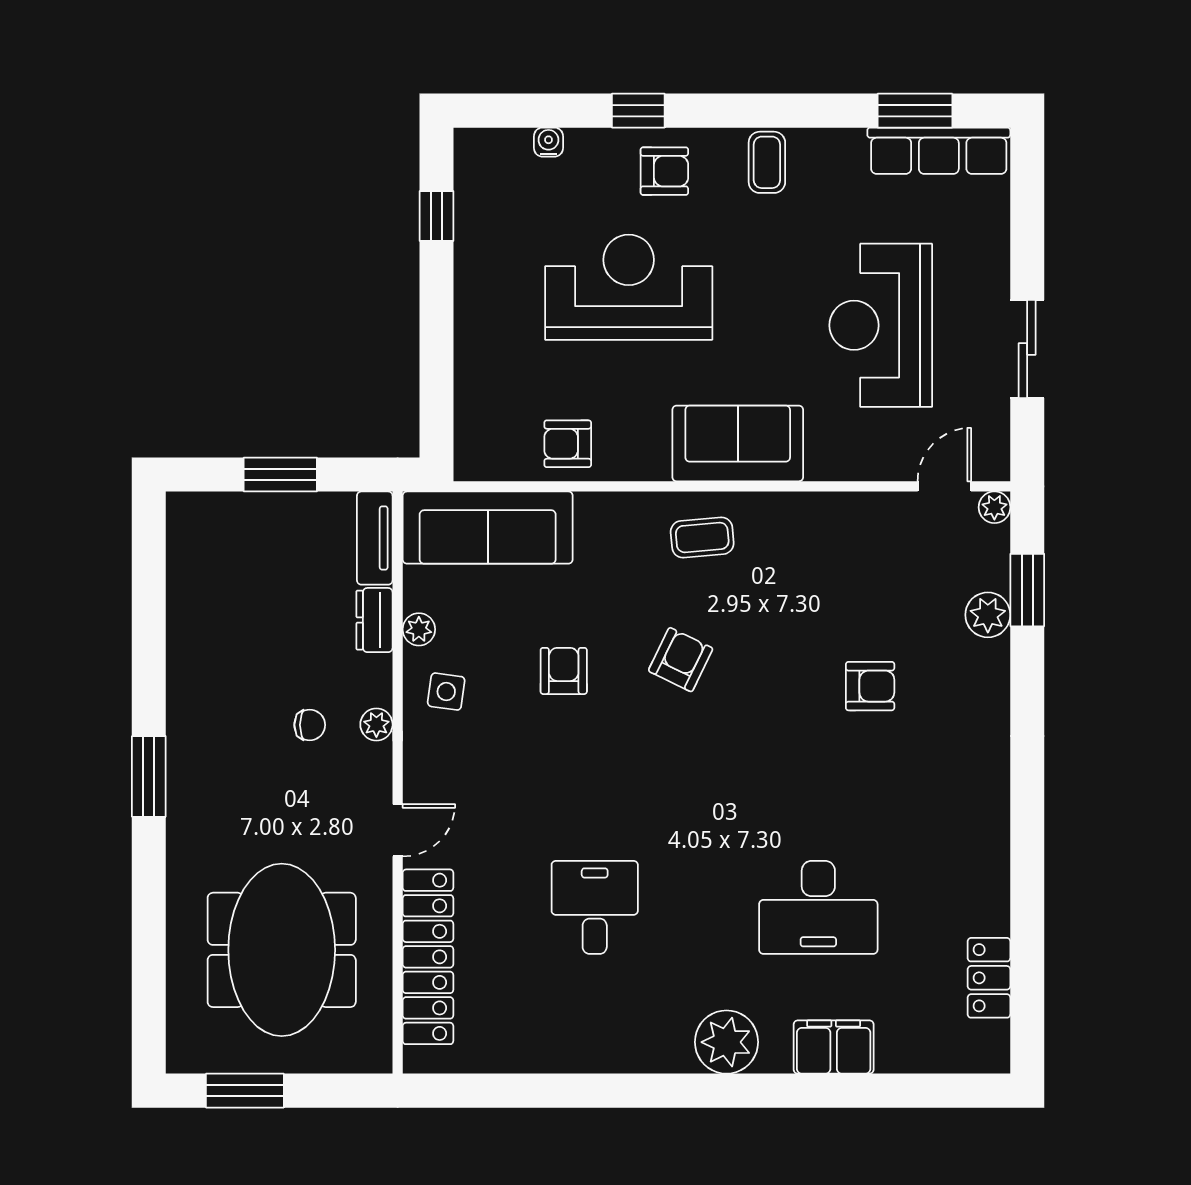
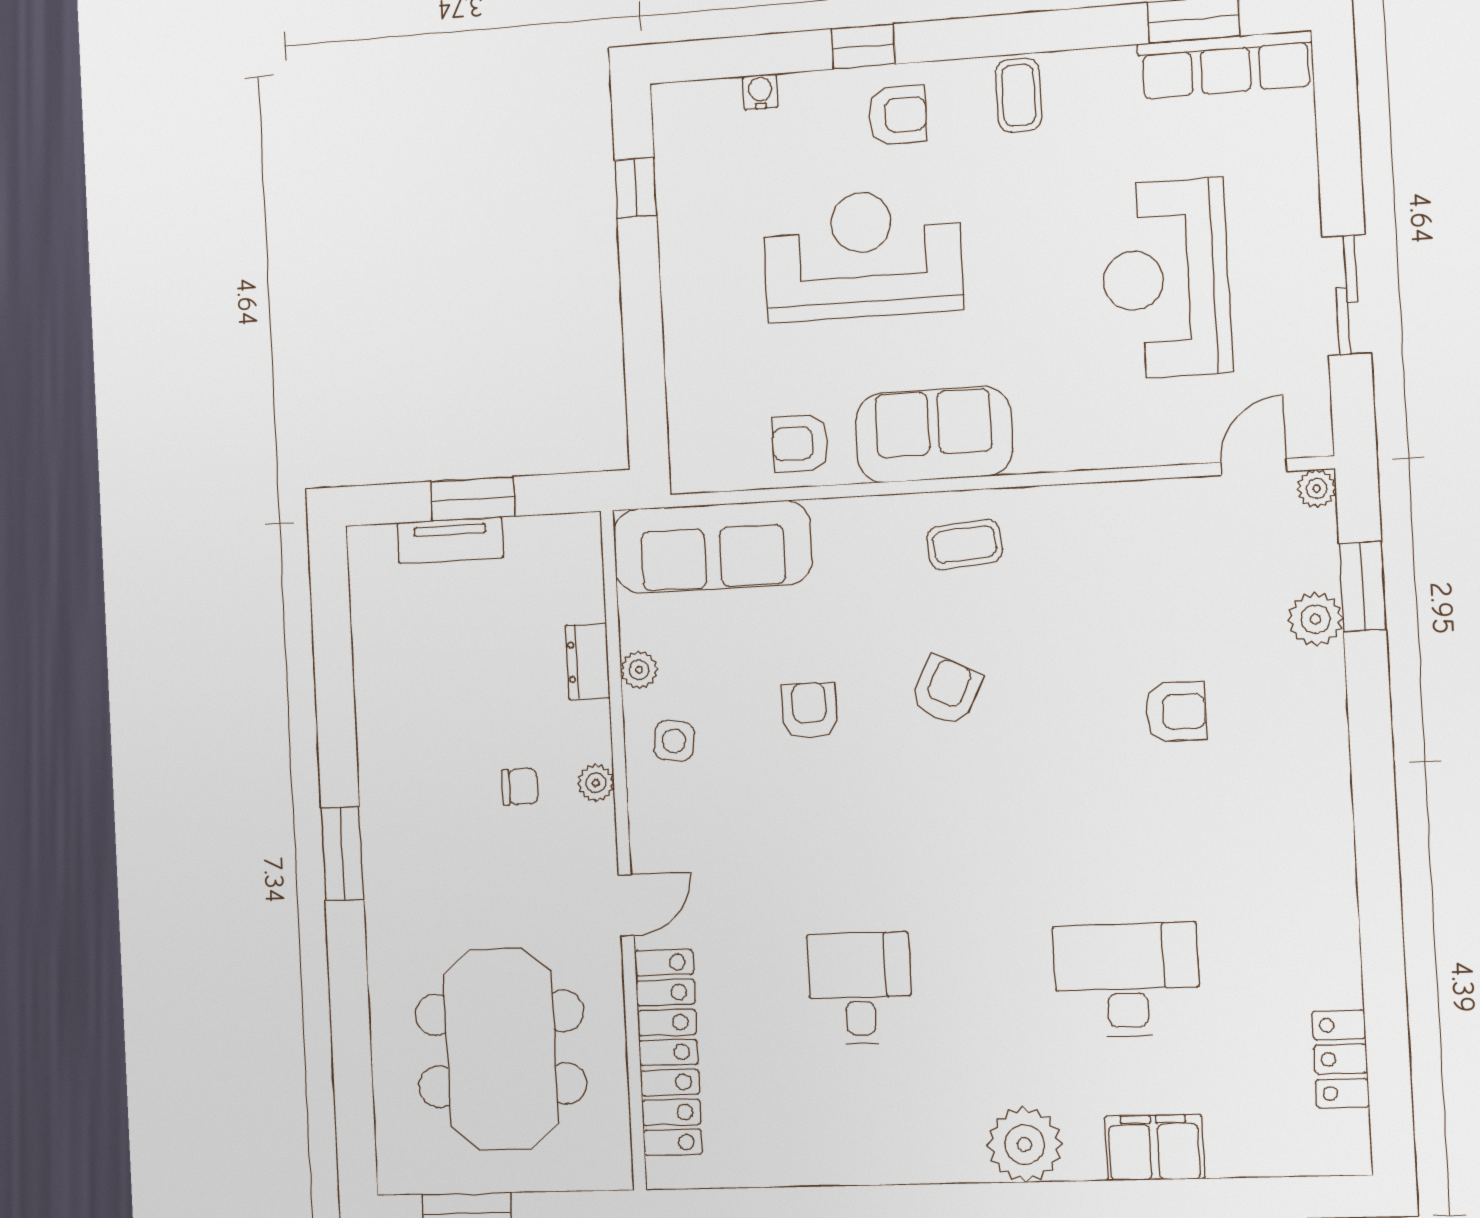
sofa: (738, 443) -> (934, 435), moved
tv unit: (375, 538) -> (450, 540), moved, turned -90
desk: (818, 907) -> (1127, 980), turned 180

